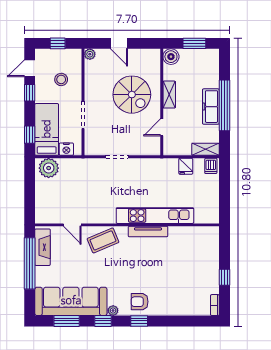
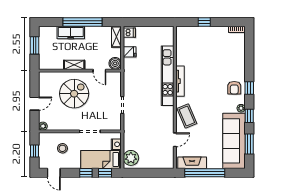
boiler: (171, 57) -> (115, 63), moved
window: (30, 93) -> (86, 173), moved
freezer: (211, 107) -> (71, 33), moved
window: (224, 277) -> (204, 22), moved

